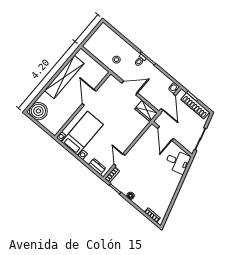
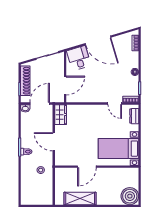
shelving: (64, 77) -> (80, 199), width x0.68
door: (119, 160) -> (115, 103), hinge flipped
door: (179, 188) -> (98, 40), added

